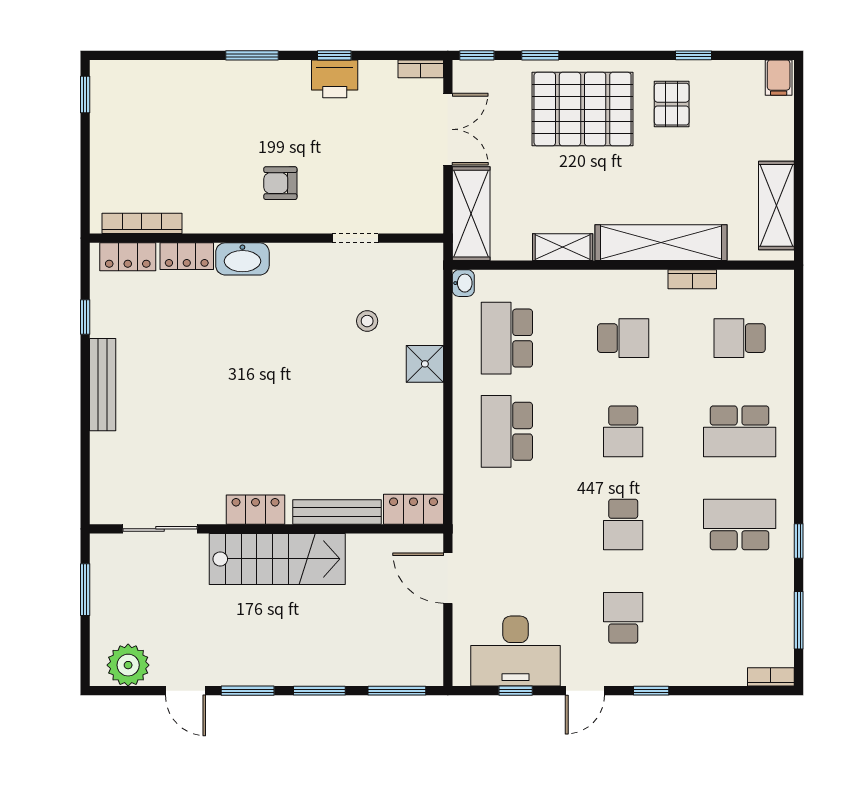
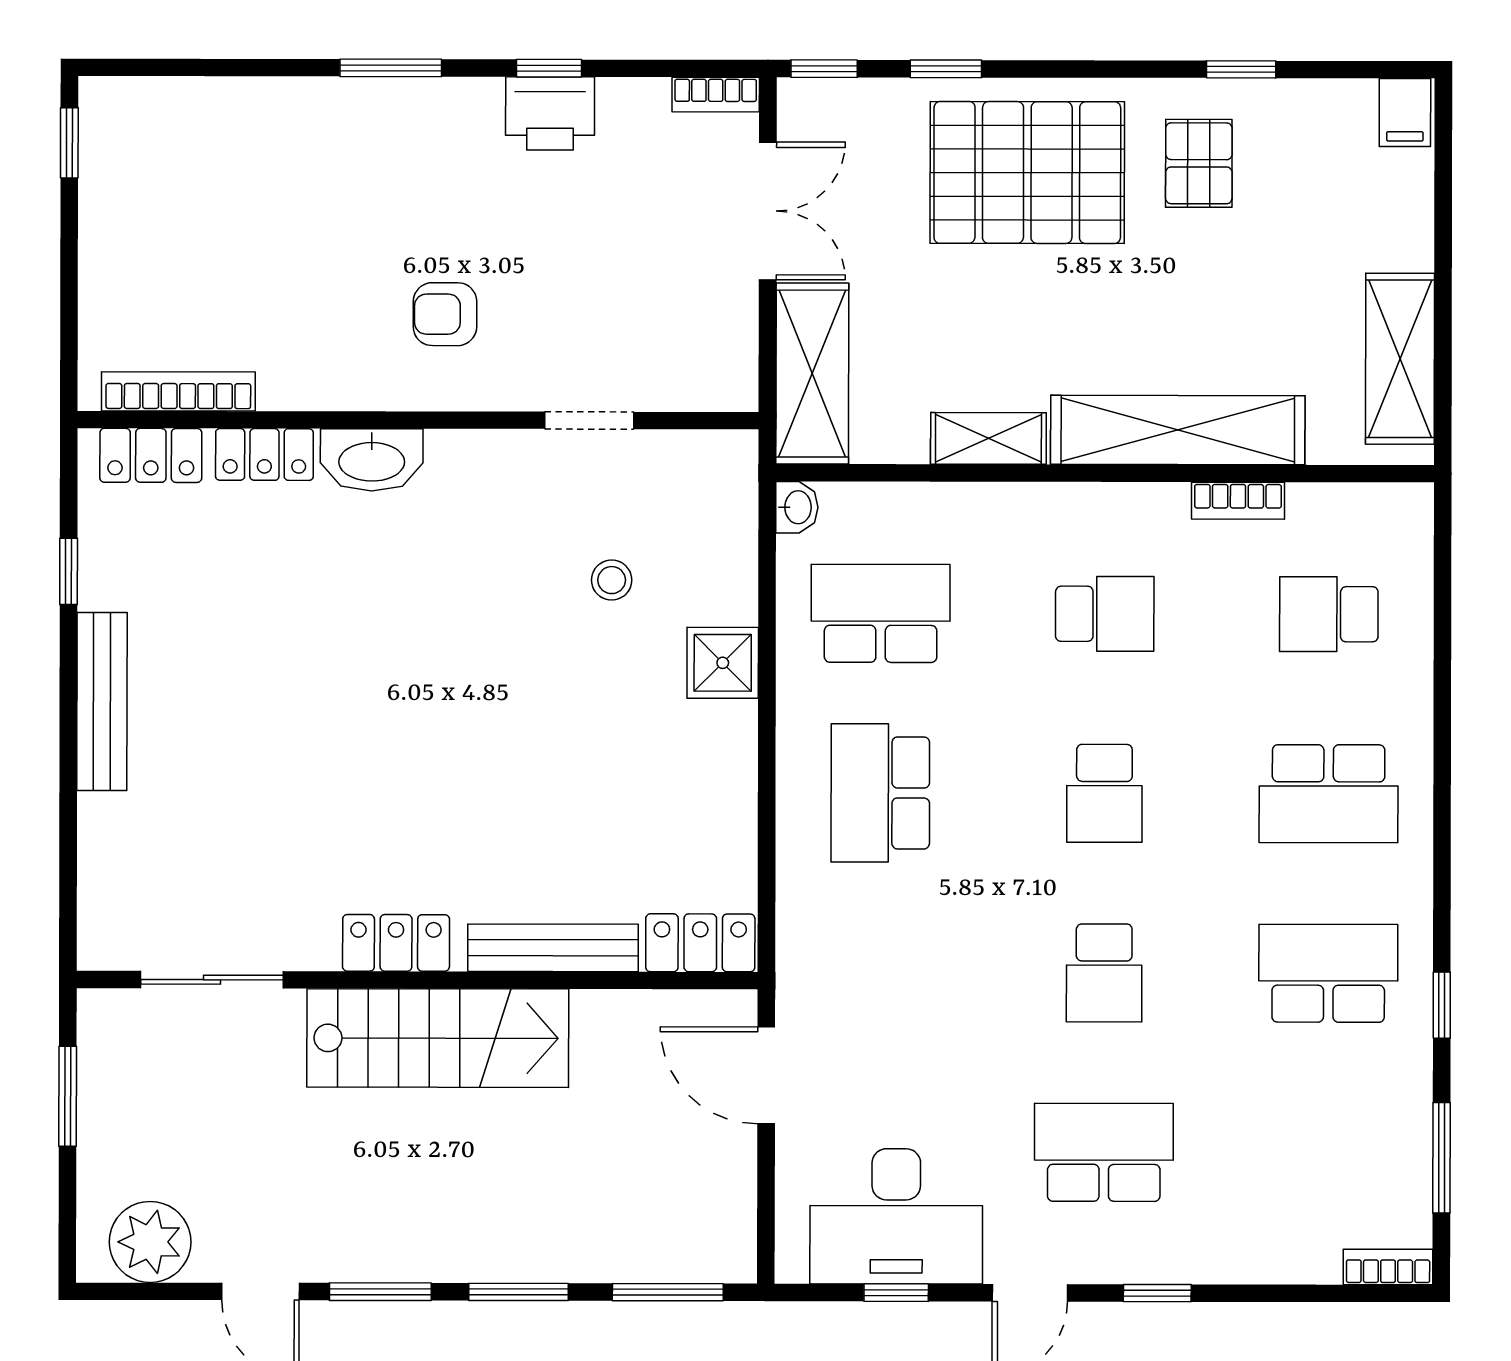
school desk: (507, 338) -> (881, 613), turned 90
school desk: (623, 618) -> (1104, 1152), width x1.85

